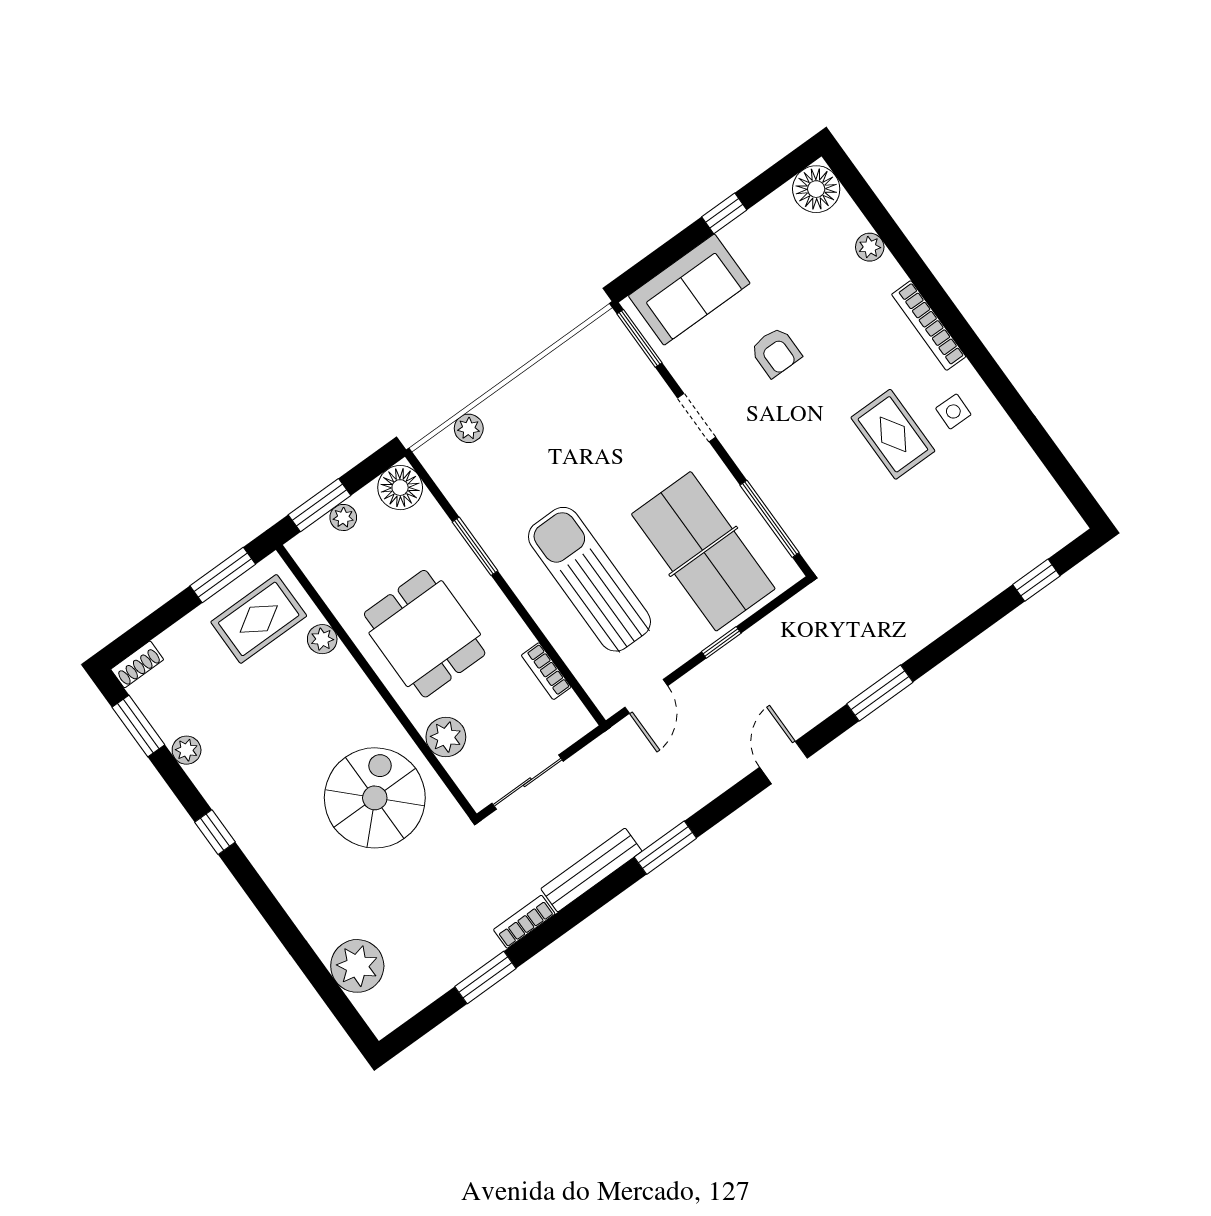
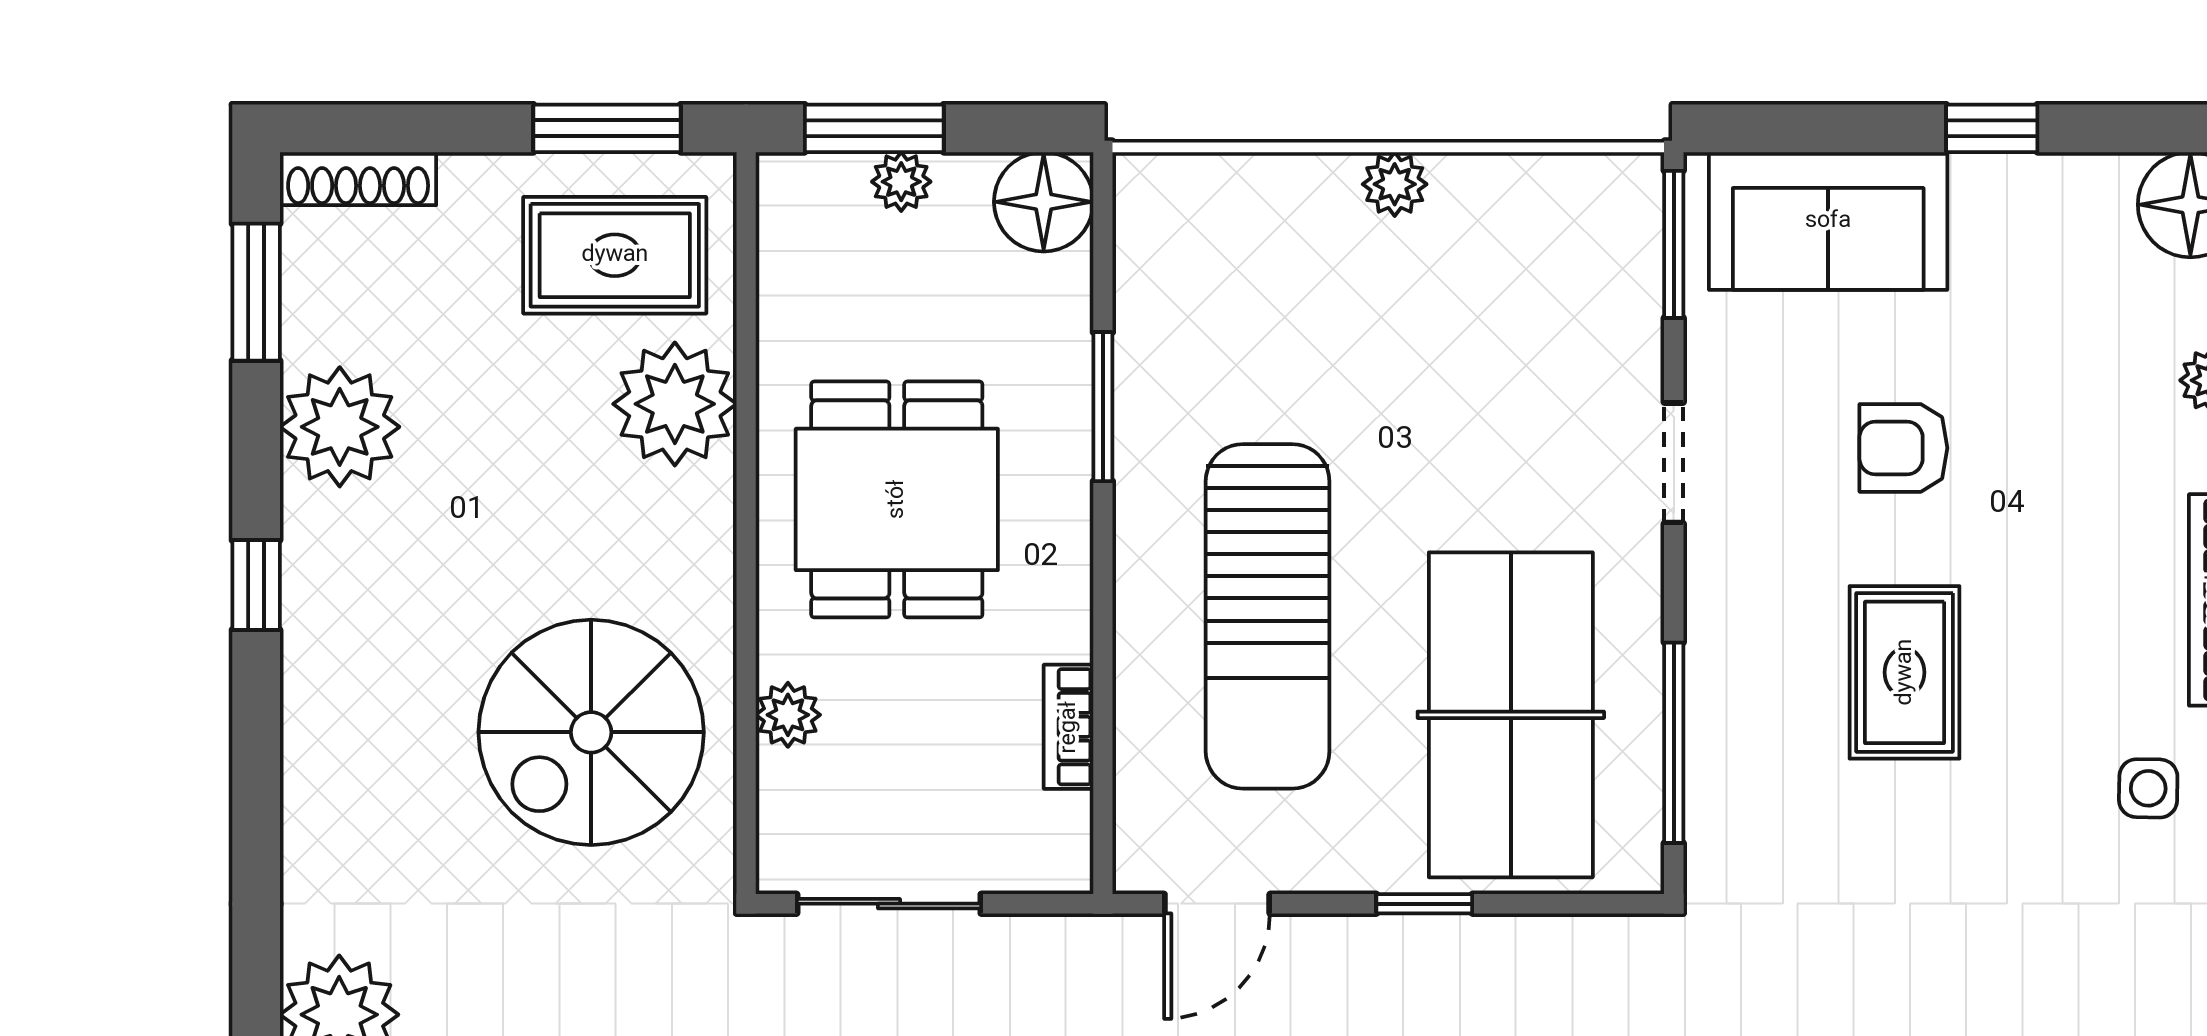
armchair: (776, 352) -> (1903, 448), turned 90
plant: (469, 428) -> (1395, 184), moved
rug: (893, 434) -> (1905, 672), moved
sun lounger: (589, 579) -> (1268, 616), turned 180
plant: (322, 639) -> (675, 404), width x1.87, depth x1.87
shoe rack: (137, 664) -> (358, 179), width x1.43
plant: (446, 737) -> (788, 715), width x0.73, depth x0.73
plant: (187, 750) -> (340, 427), width x1.88, depth x1.88
spiral stairs: (375, 798) -> (591, 732), turned 180

